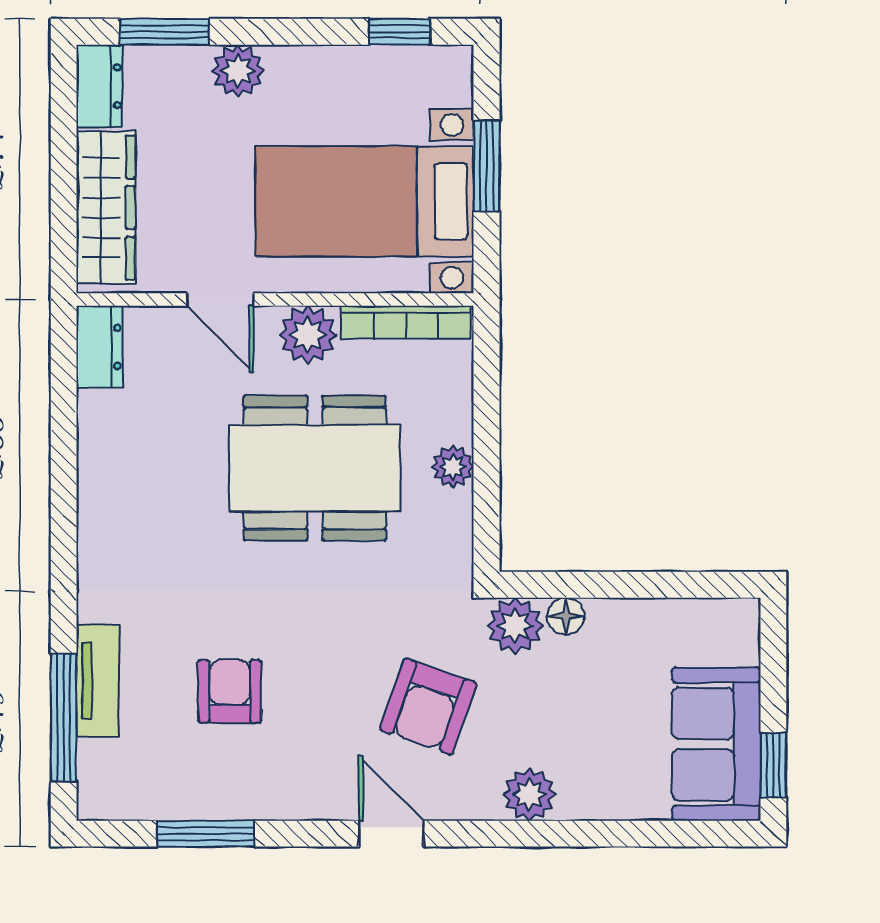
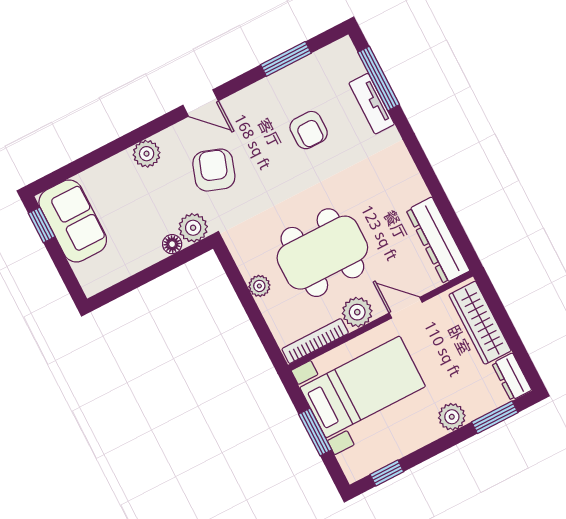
dresser: (99, 347) -> (438, 240), width x1.96, depth x1.24

